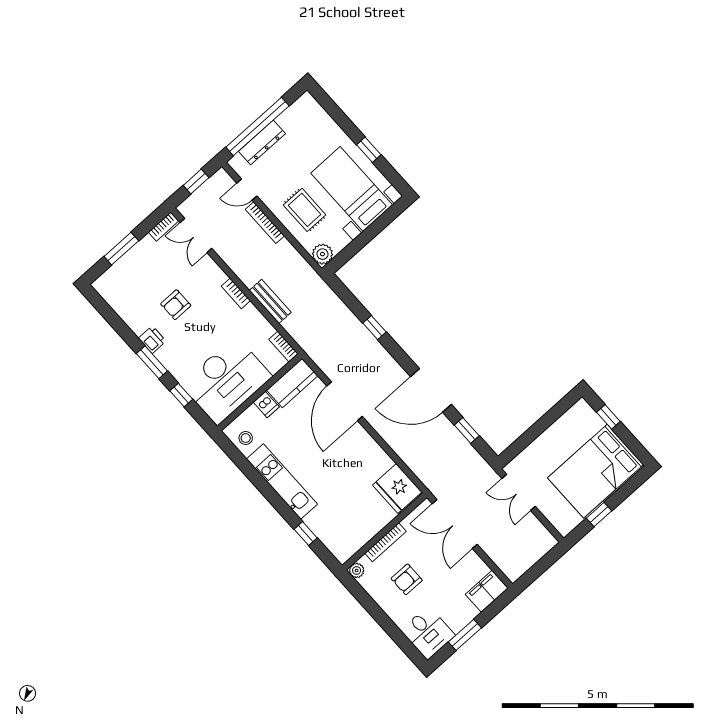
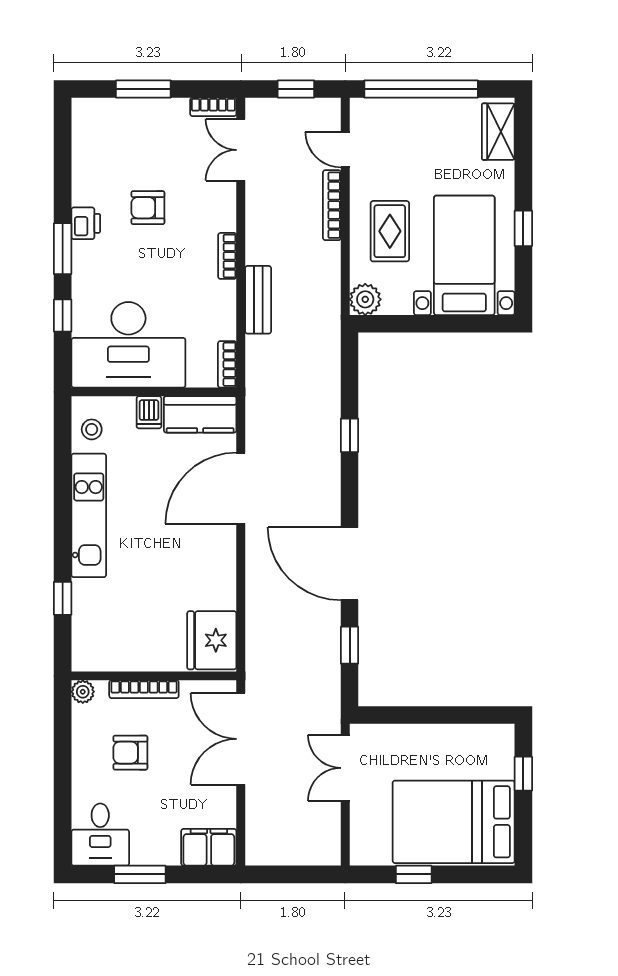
wardrobe: (314, 113) -> (498, 132), added
dresser: (262, 142) -> (410, 112), removed

